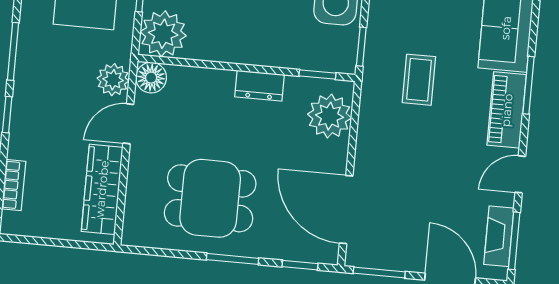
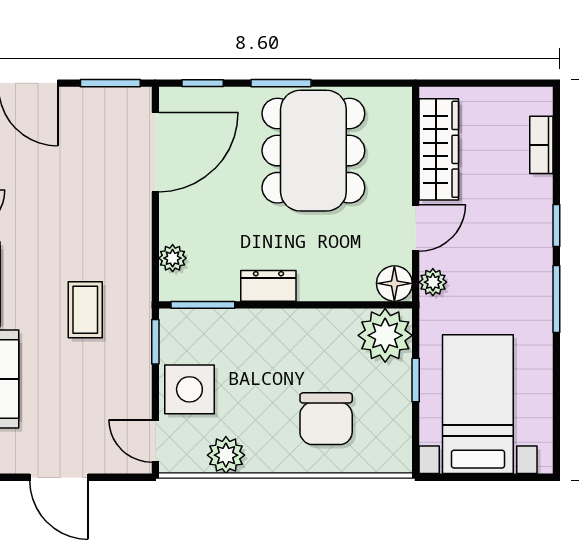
window: (317, 75) -> (203, 305), width x1.50
plant: (113, 80) -> (433, 282), width x0.73, depth x0.73
plant: (329, 116) -> (173, 258), width x0.53, depth x0.53
dining table: (210, 198) -> (313, 151), width x1.37
door: (346, 210) -> (155, 152), hinge flipped

